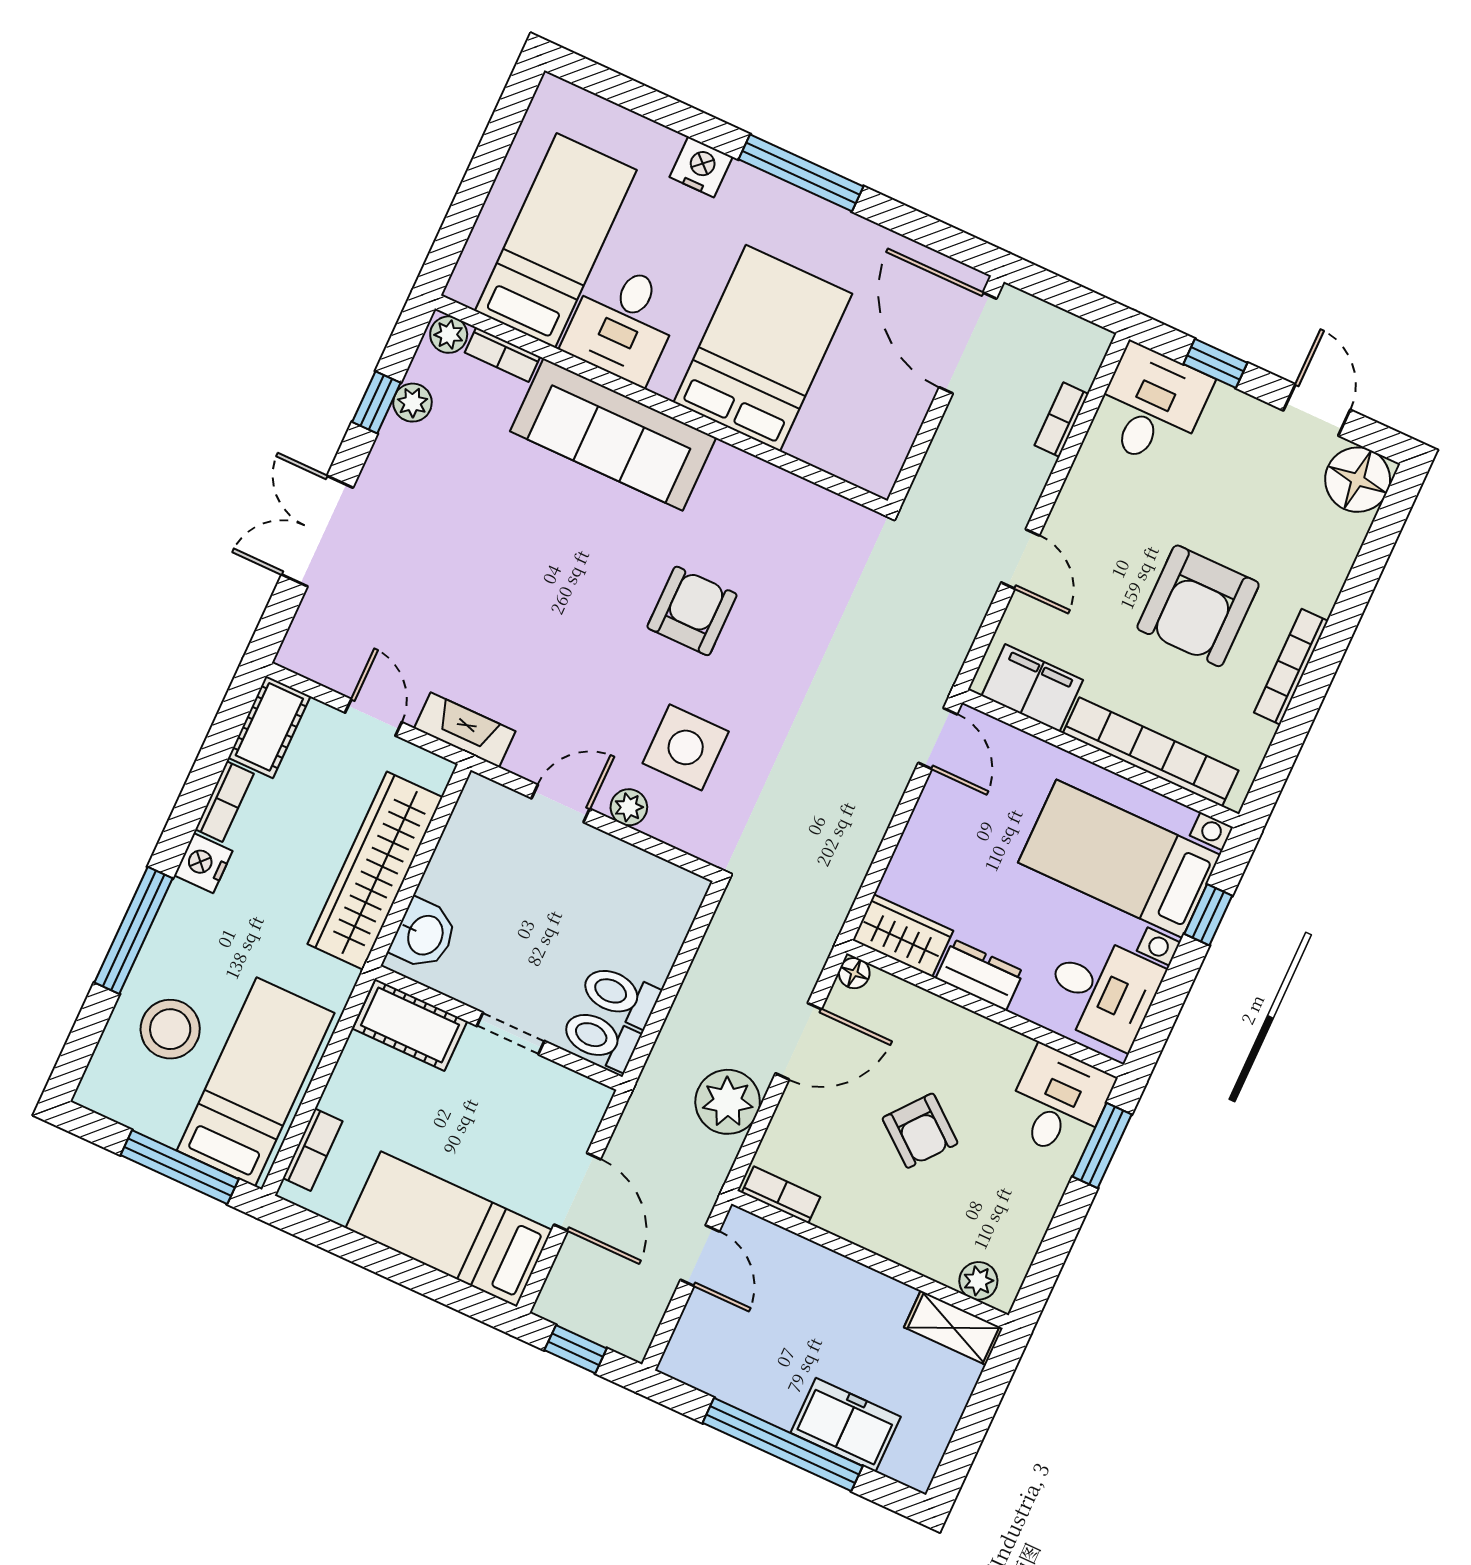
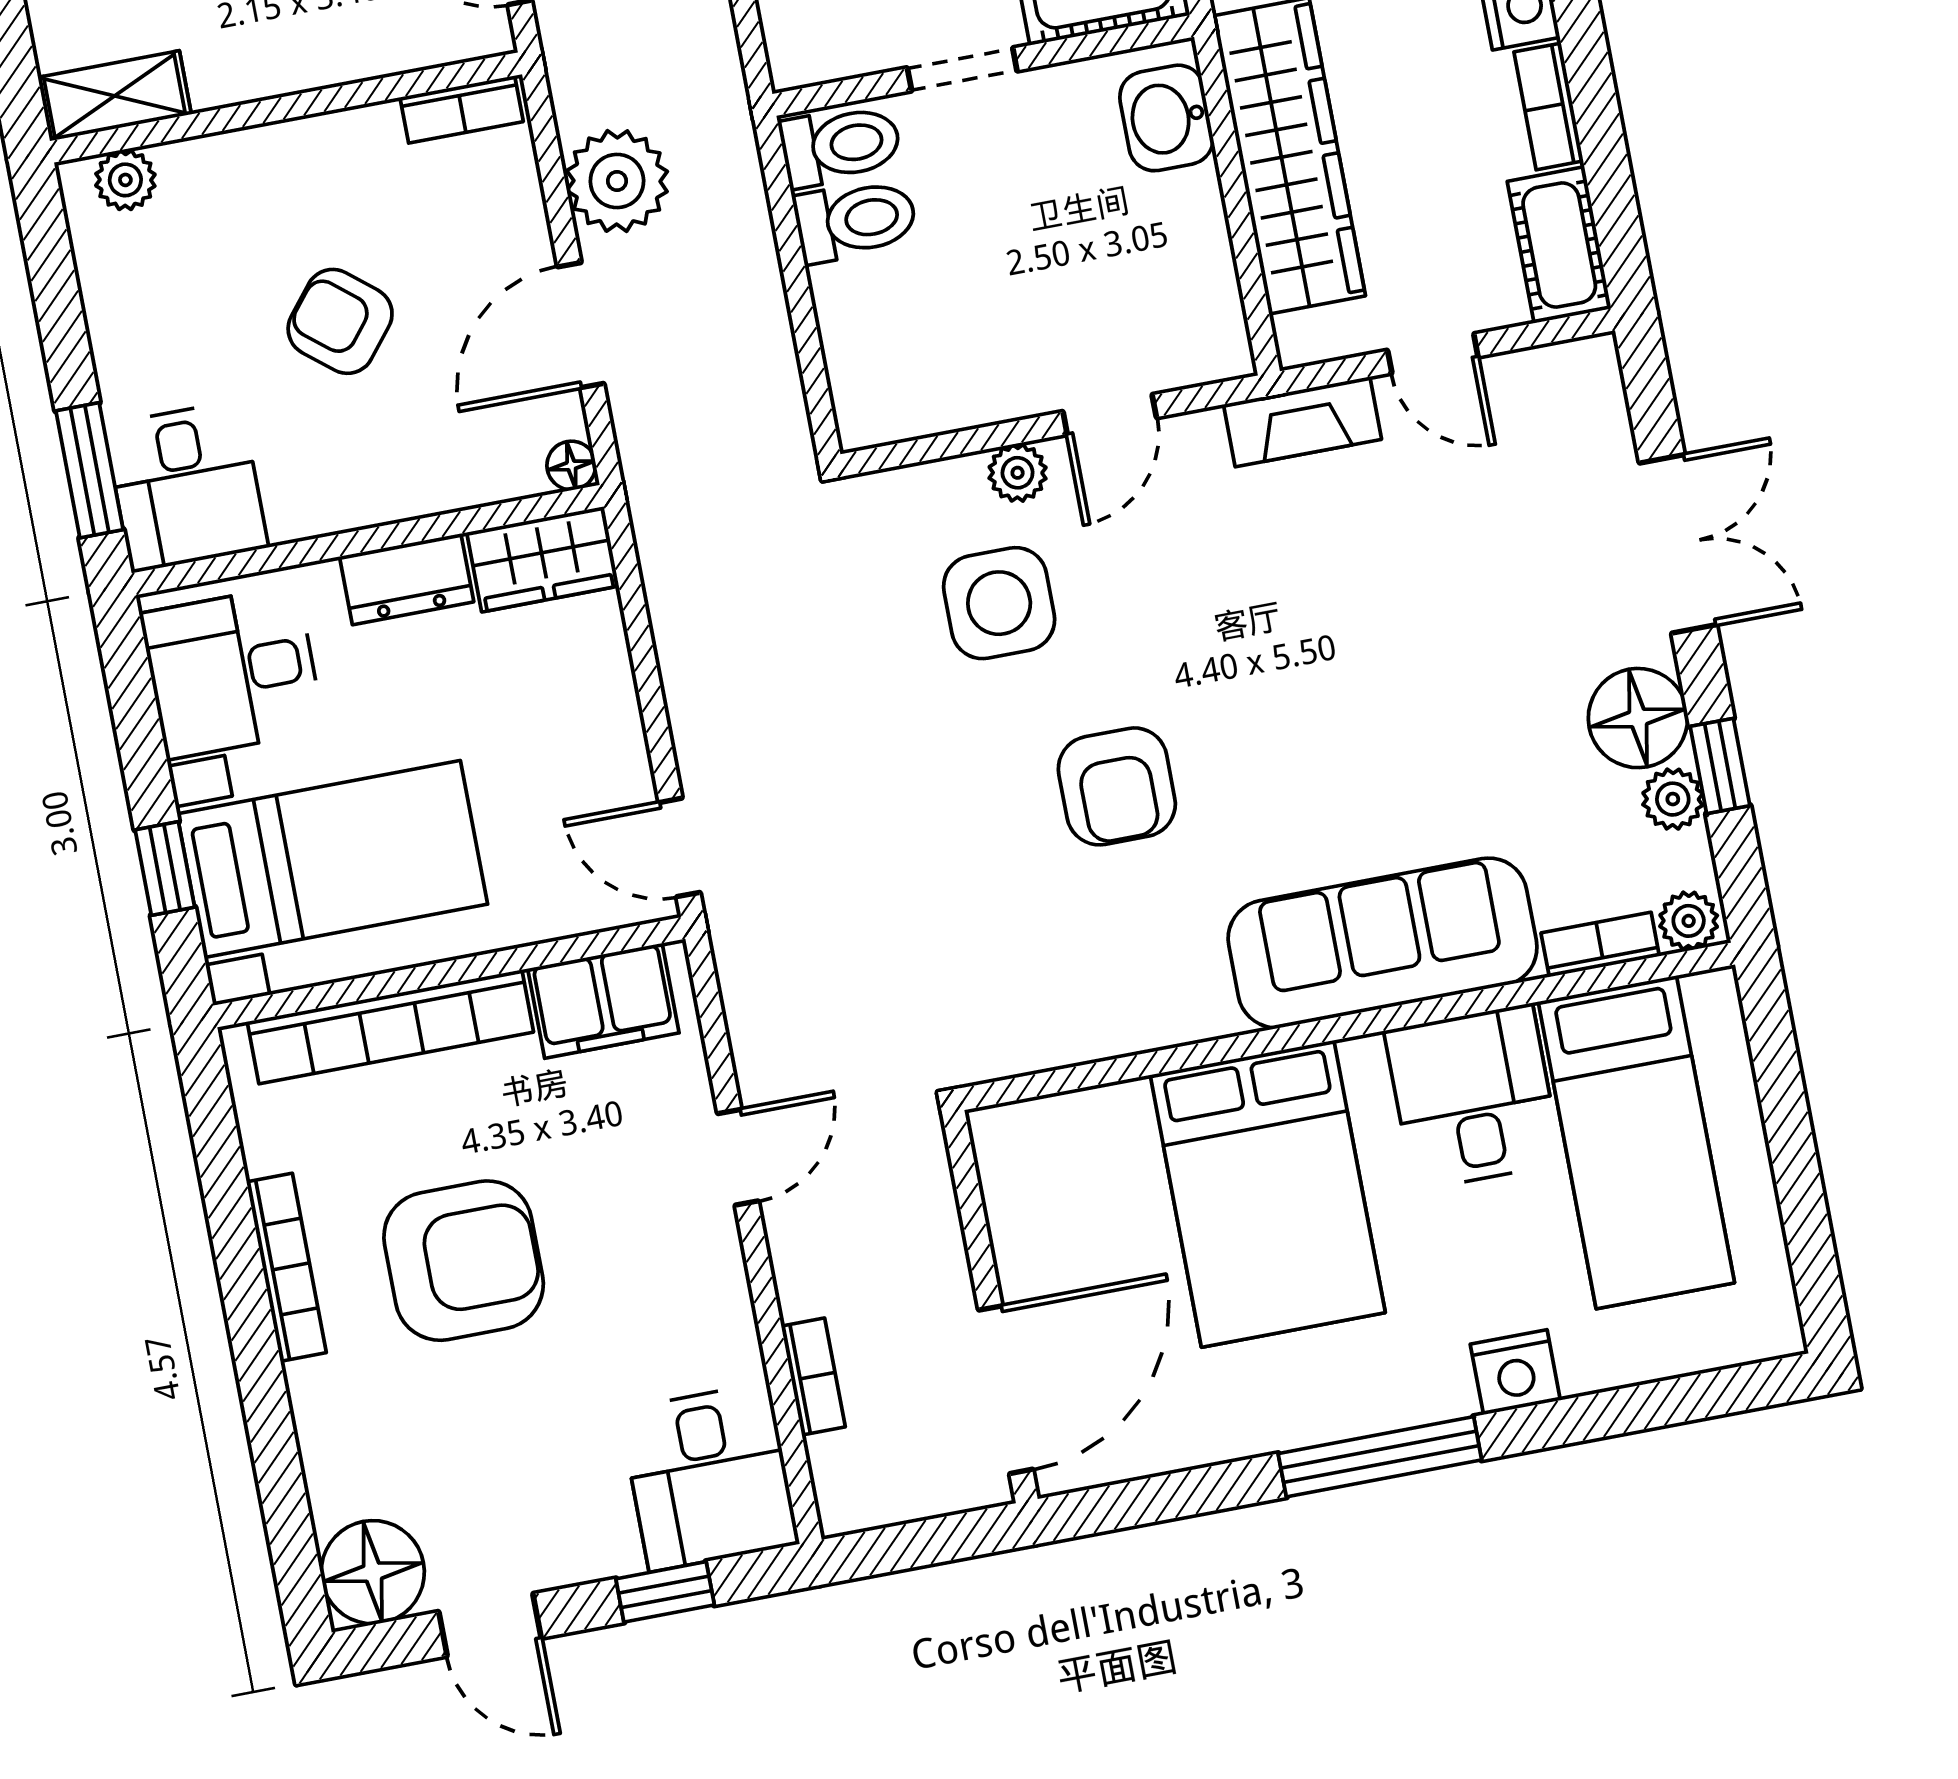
door: (968, 343) -> (1006, 1390), hinge flipped
floor lamp: (401, 457) -> (1638, 718), added
door: (1020, 559) -> (738, 1157), swing flipped
armchair: (1198, 606) -> (464, 1261), turned 90

